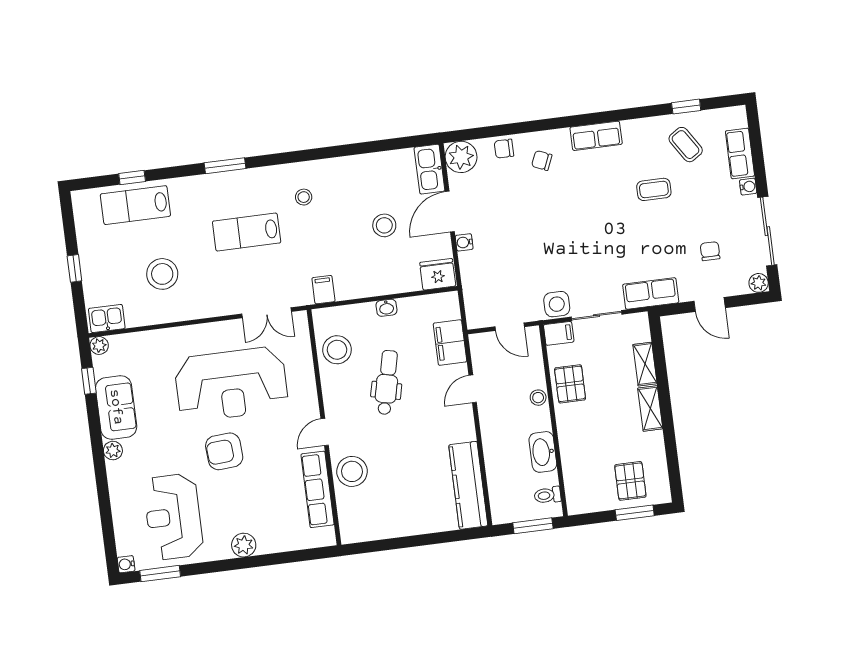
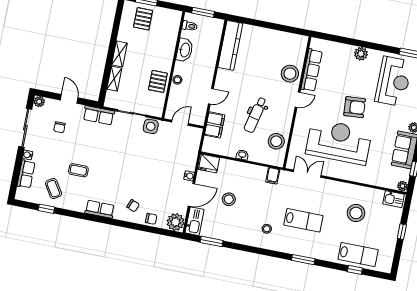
window: (389, 145) -> (212, 241), added
door: (510, 327) -> (180, 123), hinge flipped
filing cabinet: (559, 333) -> (155, 110), removed

